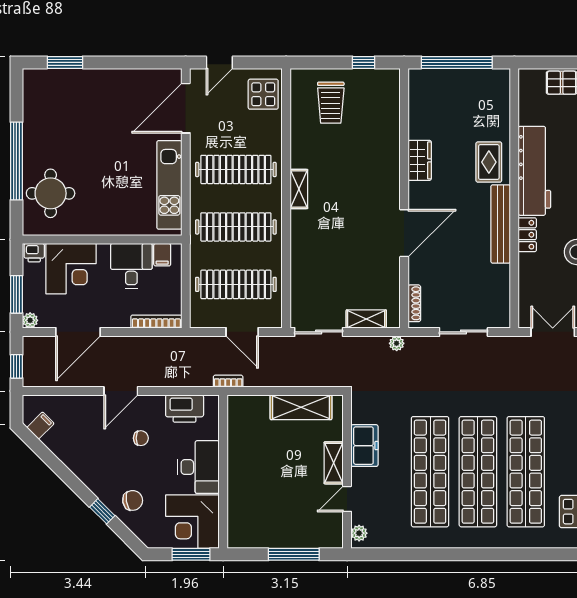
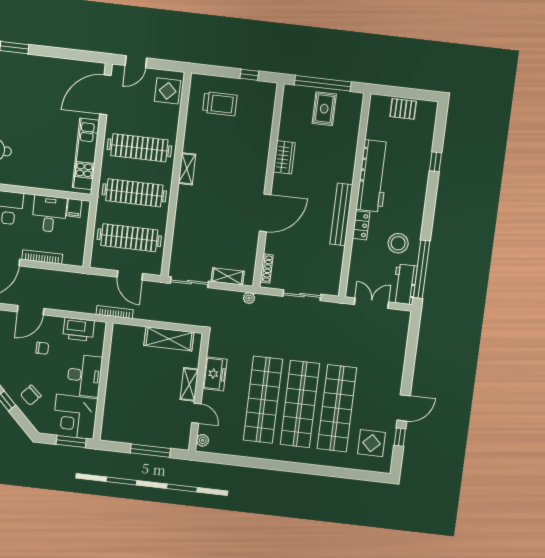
trolley: (331, 103) -> (220, 104), turned -90
rug: (489, 162) -> (324, 109), moved
bookcase: (156, 322) -> (42, 257), moved
bookcase: (228, 381) -> (115, 312), width x1.56
door: (347, 499) -> (196, 413), swing flipped
chair: (133, 500) -> (31, 395), turned 141

